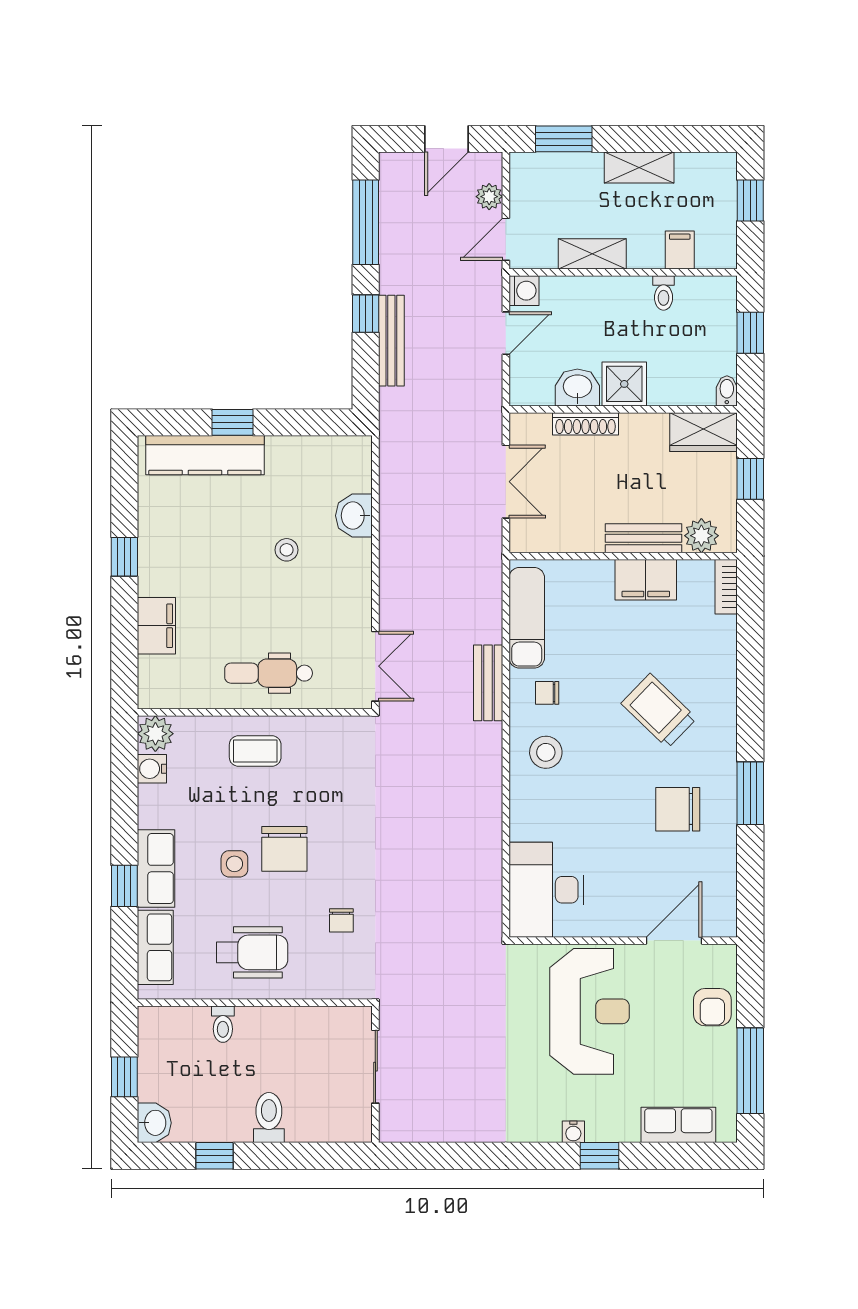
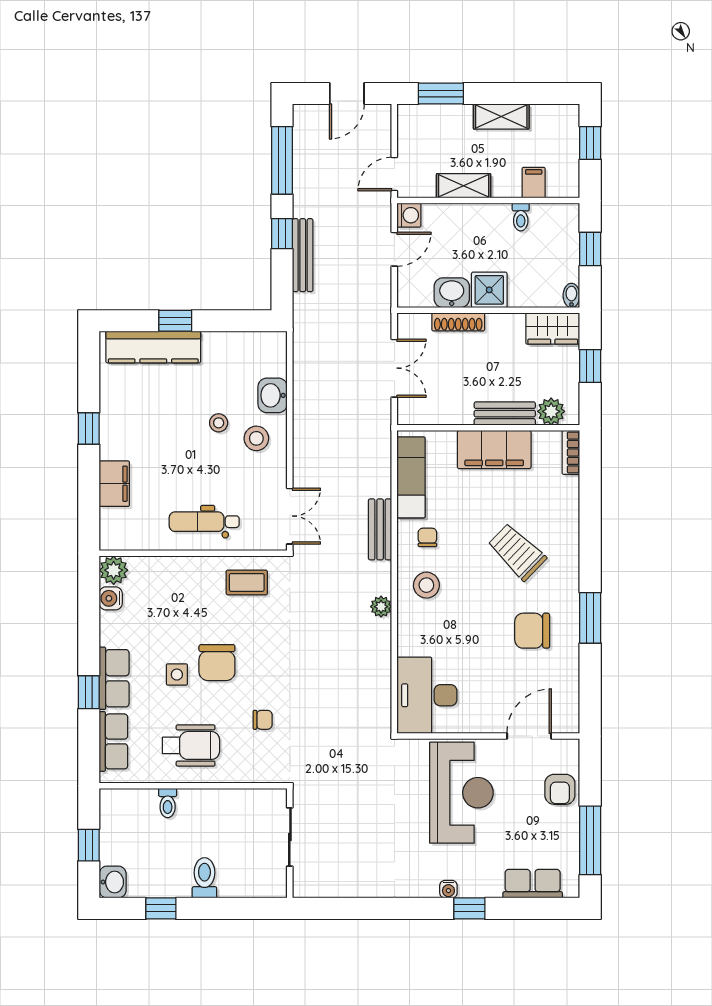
plant: (489, 197) -> (381, 607), moved
stool: (334, 569) -> (256, 438), added
filing cabinet: (646, 580) -> (494, 450), width x1.50, depth x1.17
chair: (547, 693) -> (427, 537), turned 90
coffee table: (255, 751) -> (247, 582), moved
chair: (341, 920) -> (263, 720), turned -90

